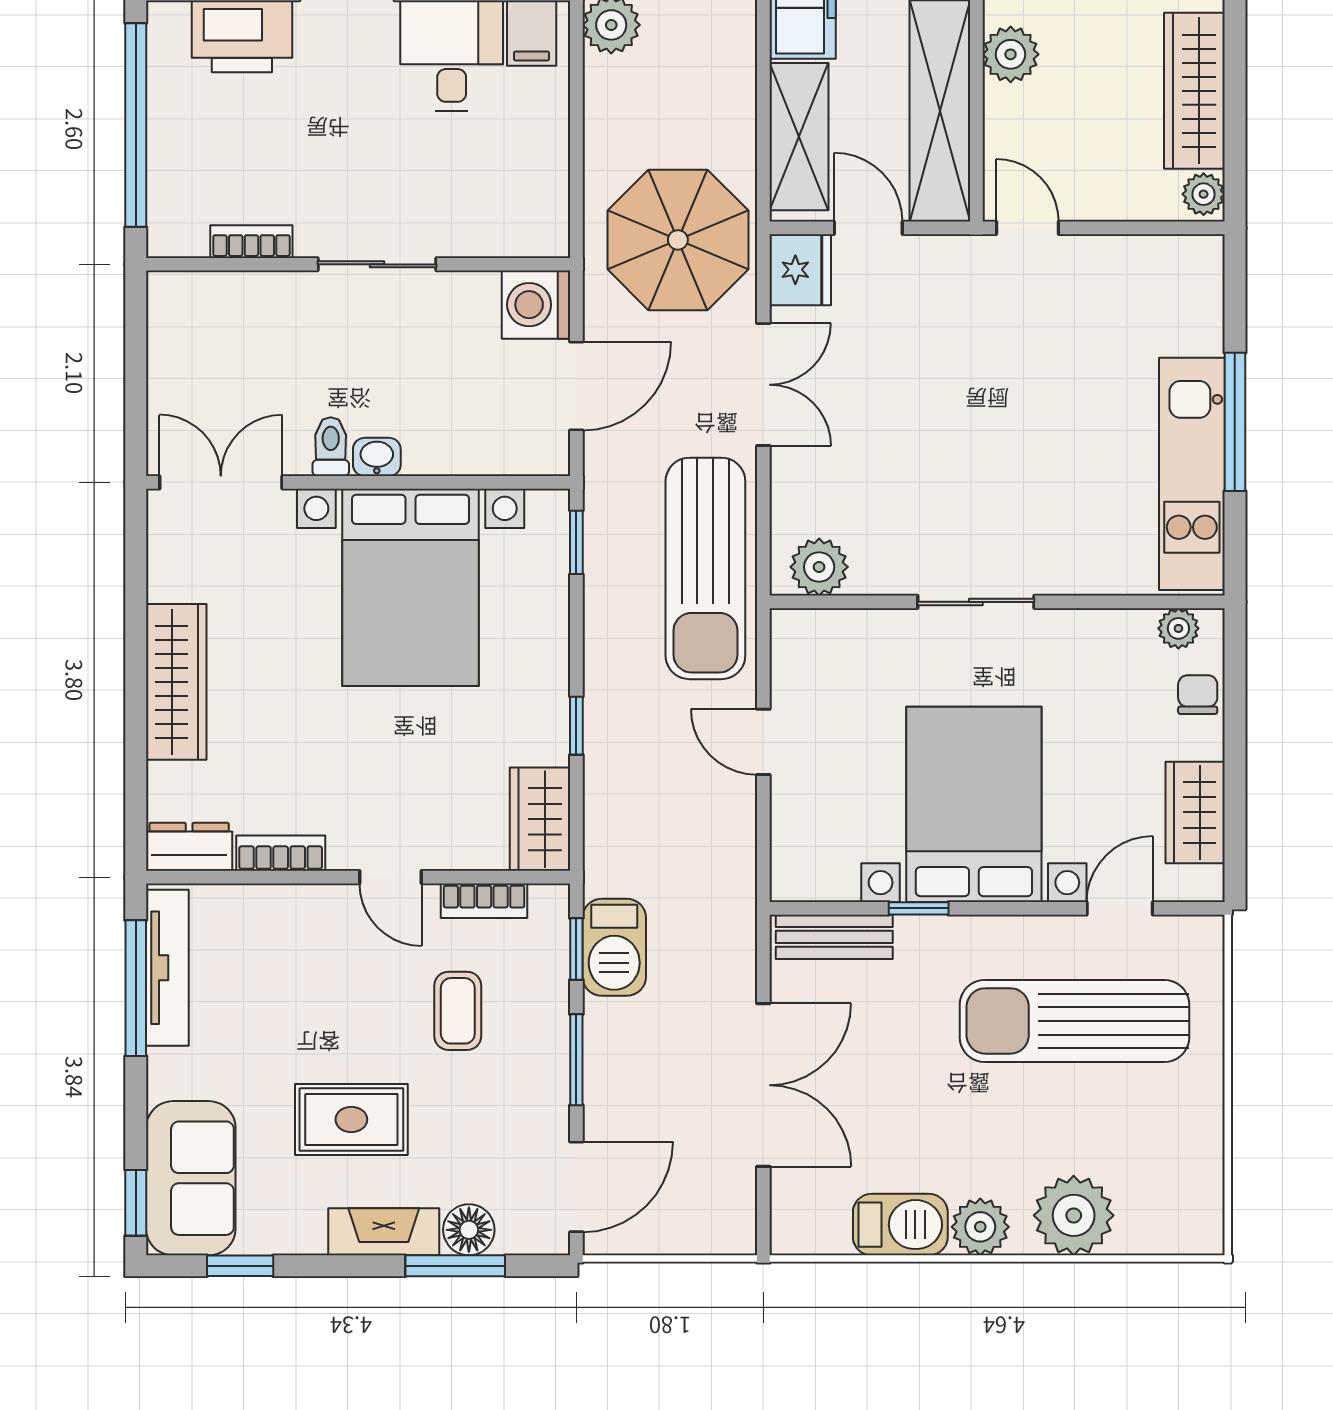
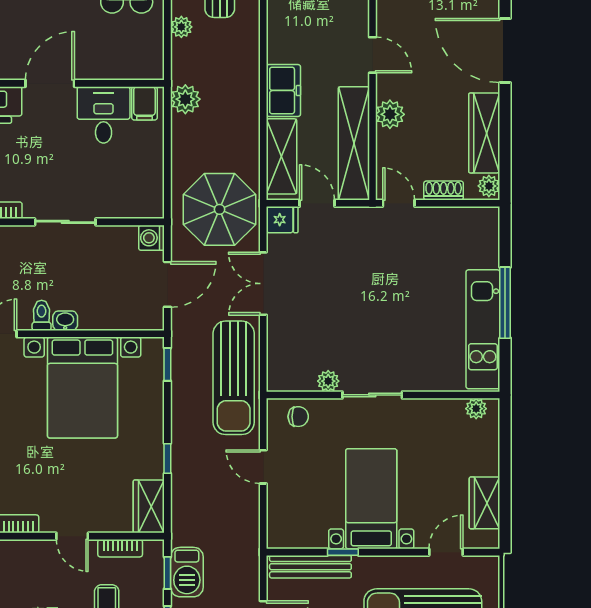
shoe rack: (1115, 203) -> (444, 191), added
fridge: (800, 270) -> (282, 220), width x0.72
washing machine: (536, 305) -> (152, 238), width x0.73, depth x0.73
double door: (763, 385) -> (263, 284), swing flipped
plant: (819, 567) -> (328, 381), moved, width x0.73, depth x0.73
chair: (1198, 695) -> (298, 417), moved, turned 90
bed with nightstands: (974, 804) -> (371, 499), width x0.73
bench: (834, 937) -> (310, 567), width x1.36

